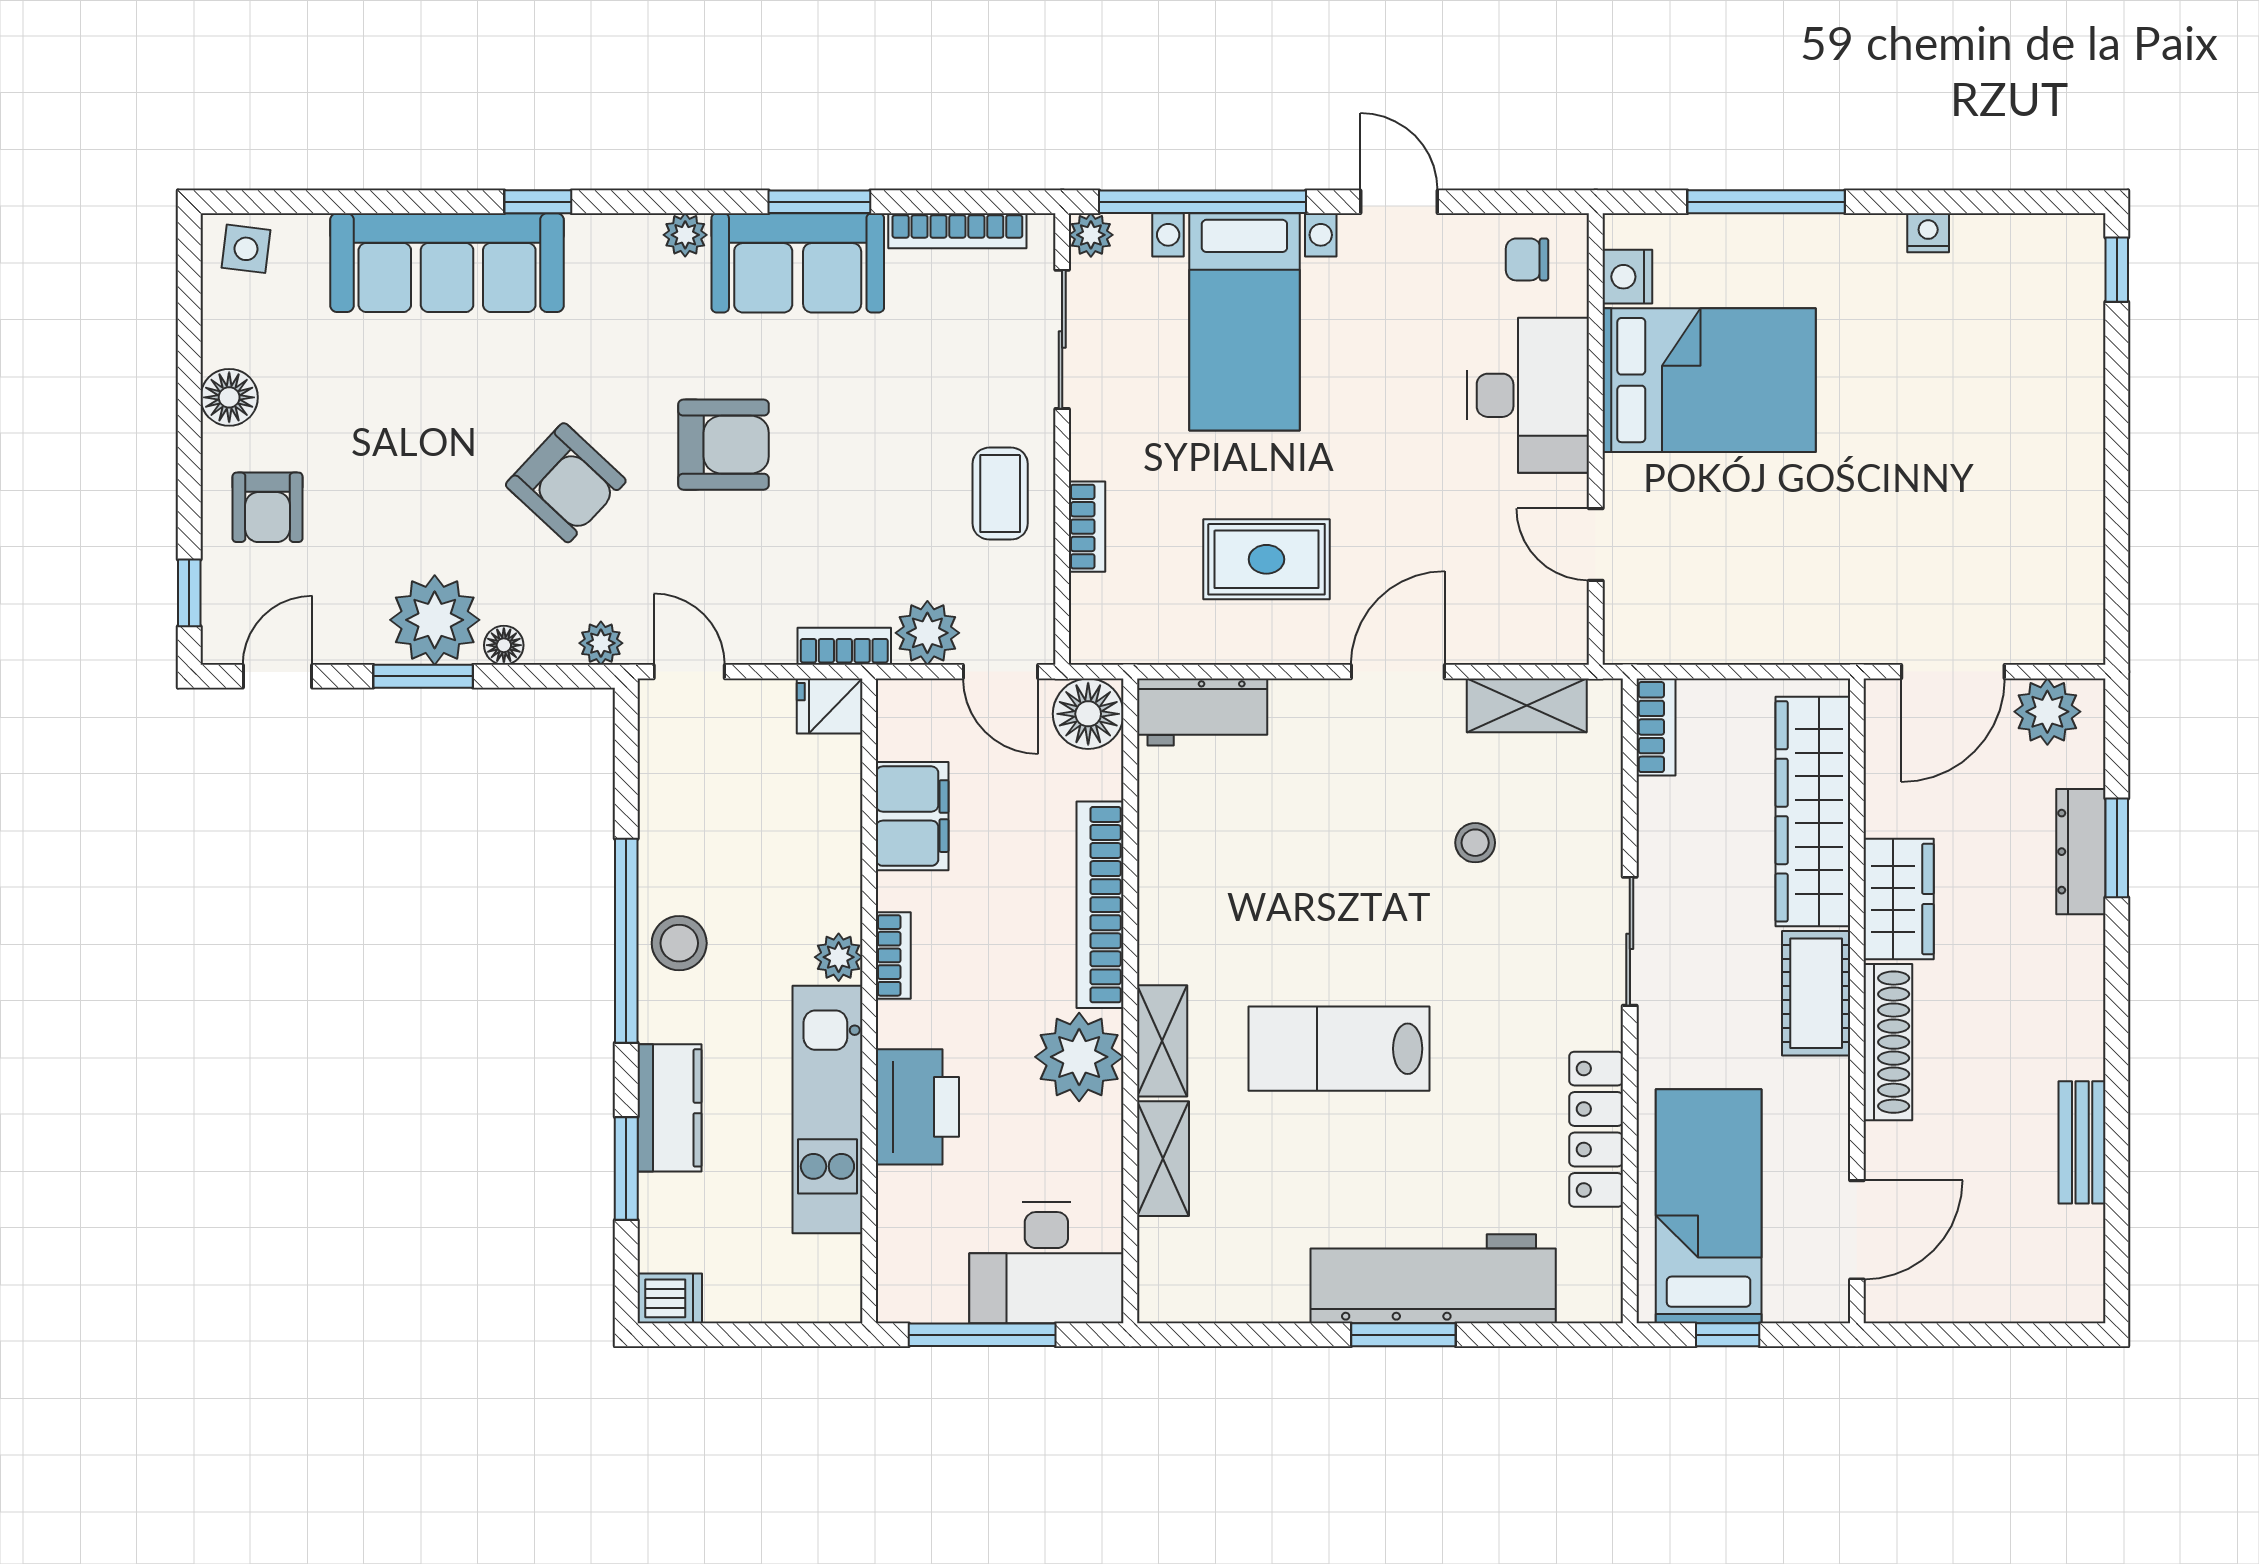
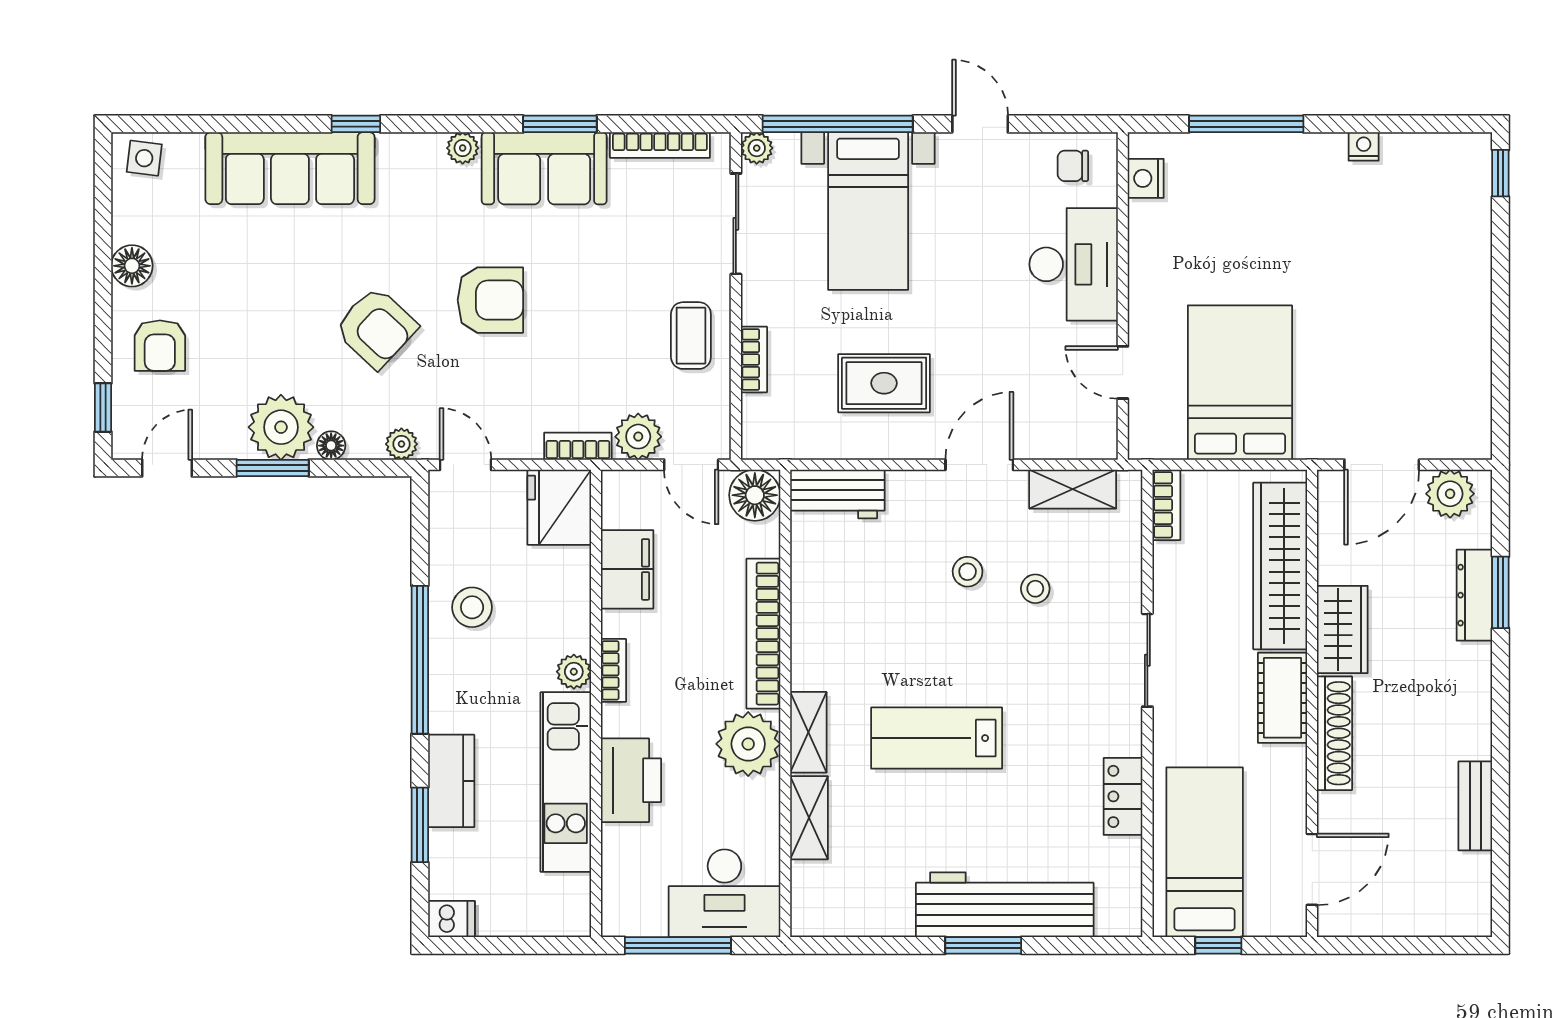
bed: (1709, 380) -> (1240, 383), moved, turned -90
fridge: (830, 706) -> (559, 507), width x1.88, depth x1.34
stool: (1382, 819) -> (968, 572), added
stool: (679, 943) -> (472, 607), moved
locker: (1596, 1129) -> (1123, 796), width x0.66

